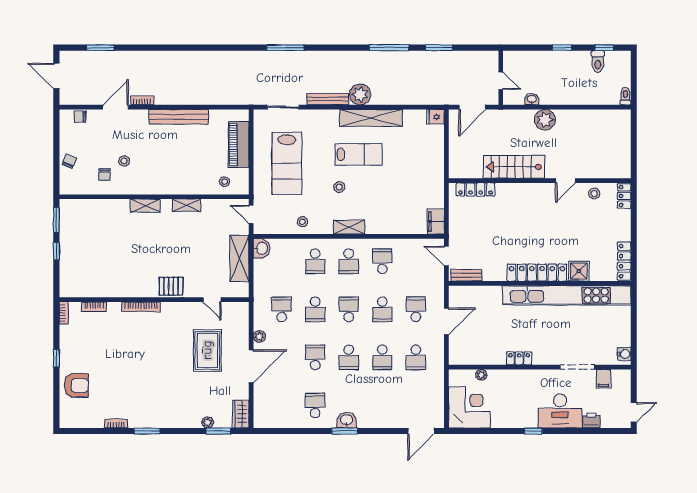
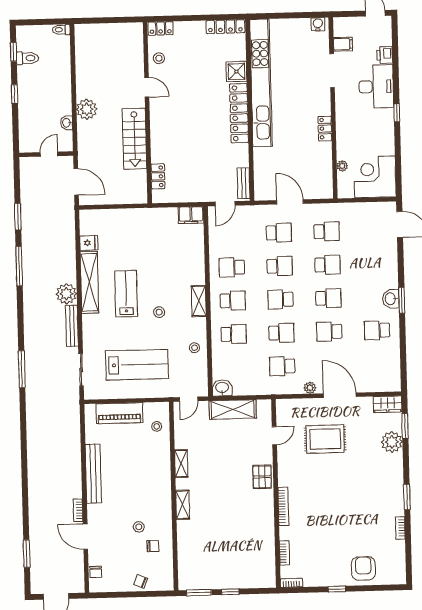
fridge: (435, 117) -> (89, 243), moved, turned -90
locker: (476, 189) -> (158, 176), width x0.66
school desk: (416, 309) -> (279, 233), turned 180
plant: (208, 422) -> (392, 442), width x1.88, depth x1.88

